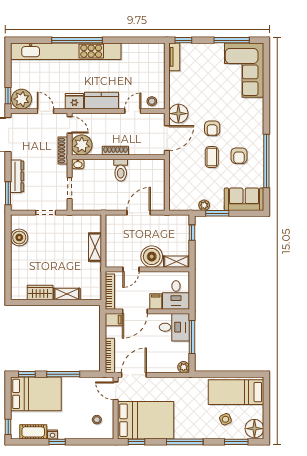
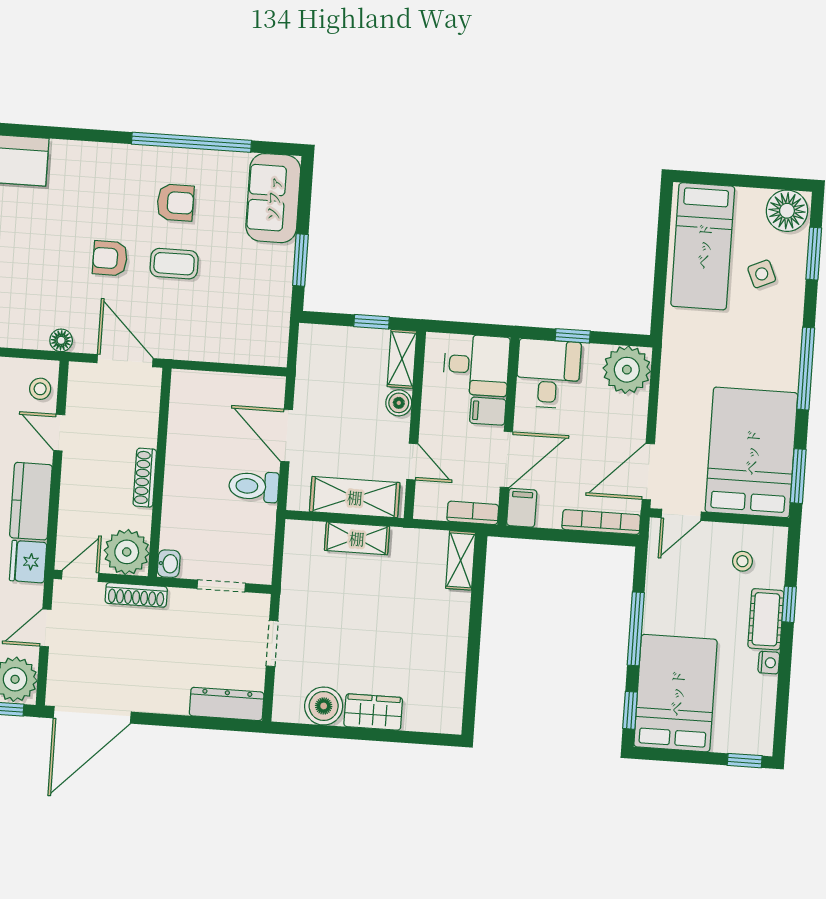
floor lamp: (178, 114) -> (61, 340), width x0.53, depth x0.53
armchair: (212, 128) -> (110, 258), turned 180
toilet: (121, 170) -> (254, 486), moved, turned 180
dresser: (17, 176) -> (227, 704), moved
window: (8, 193) -> (223, 724), removed
plant: (204, 205) -> (280, 288), removed
window: (192, 233) -> (372, 322), moved
shelving: (113, 245) -> (355, 497), added
boiler: (152, 257) -> (399, 403), width x0.54, depth x0.54
wardrobe: (40, 292) -> (373, 712), moved, turned 90
bookcase: (110, 292) -> (473, 513), width x0.64
shelving: (67, 294) -> (461, 560), moved
door: (135, 311) -> (506, 459), hinge flipped
window: (192, 337) -> (573, 336), width x0.46
plant: (184, 367) -> (627, 370), width x1.88, depth x1.88
door: (134, 375) -> (648, 472), hinge flipped
cot: (33, 432) -> (766, 619), moved
window: (57, 442) -> (789, 604), moved
window: (137, 442) -> (798, 476), width x1.50

